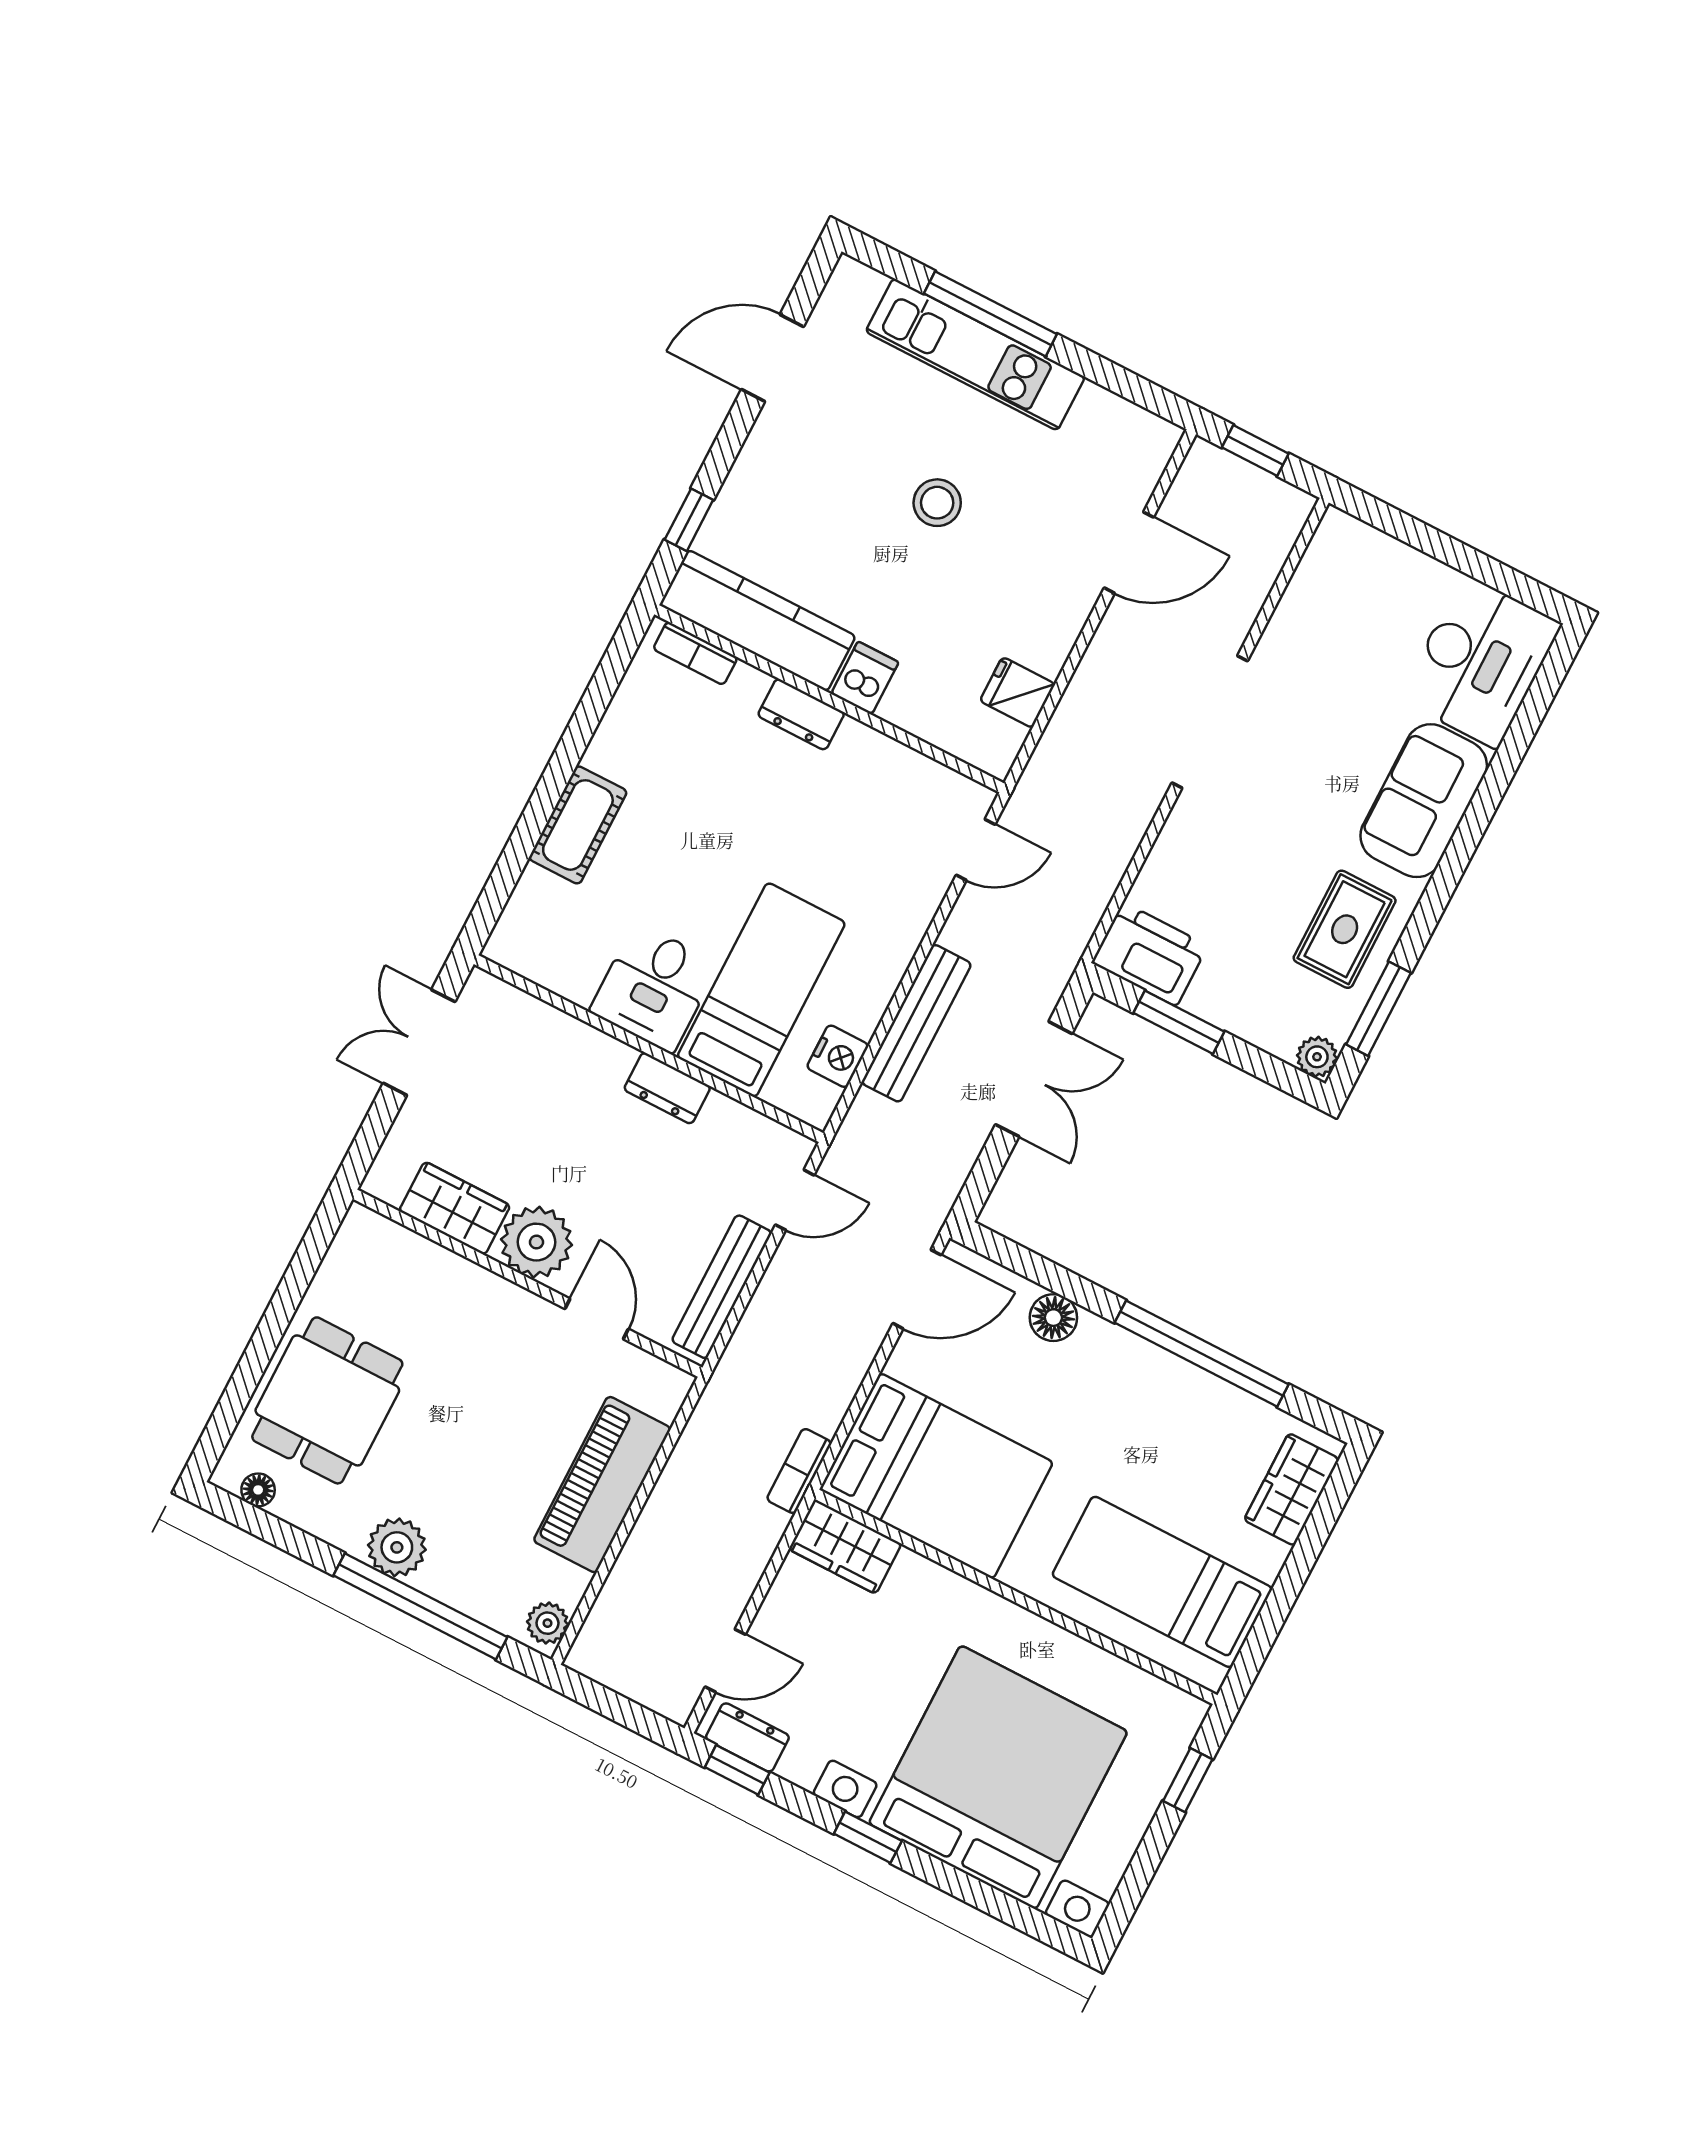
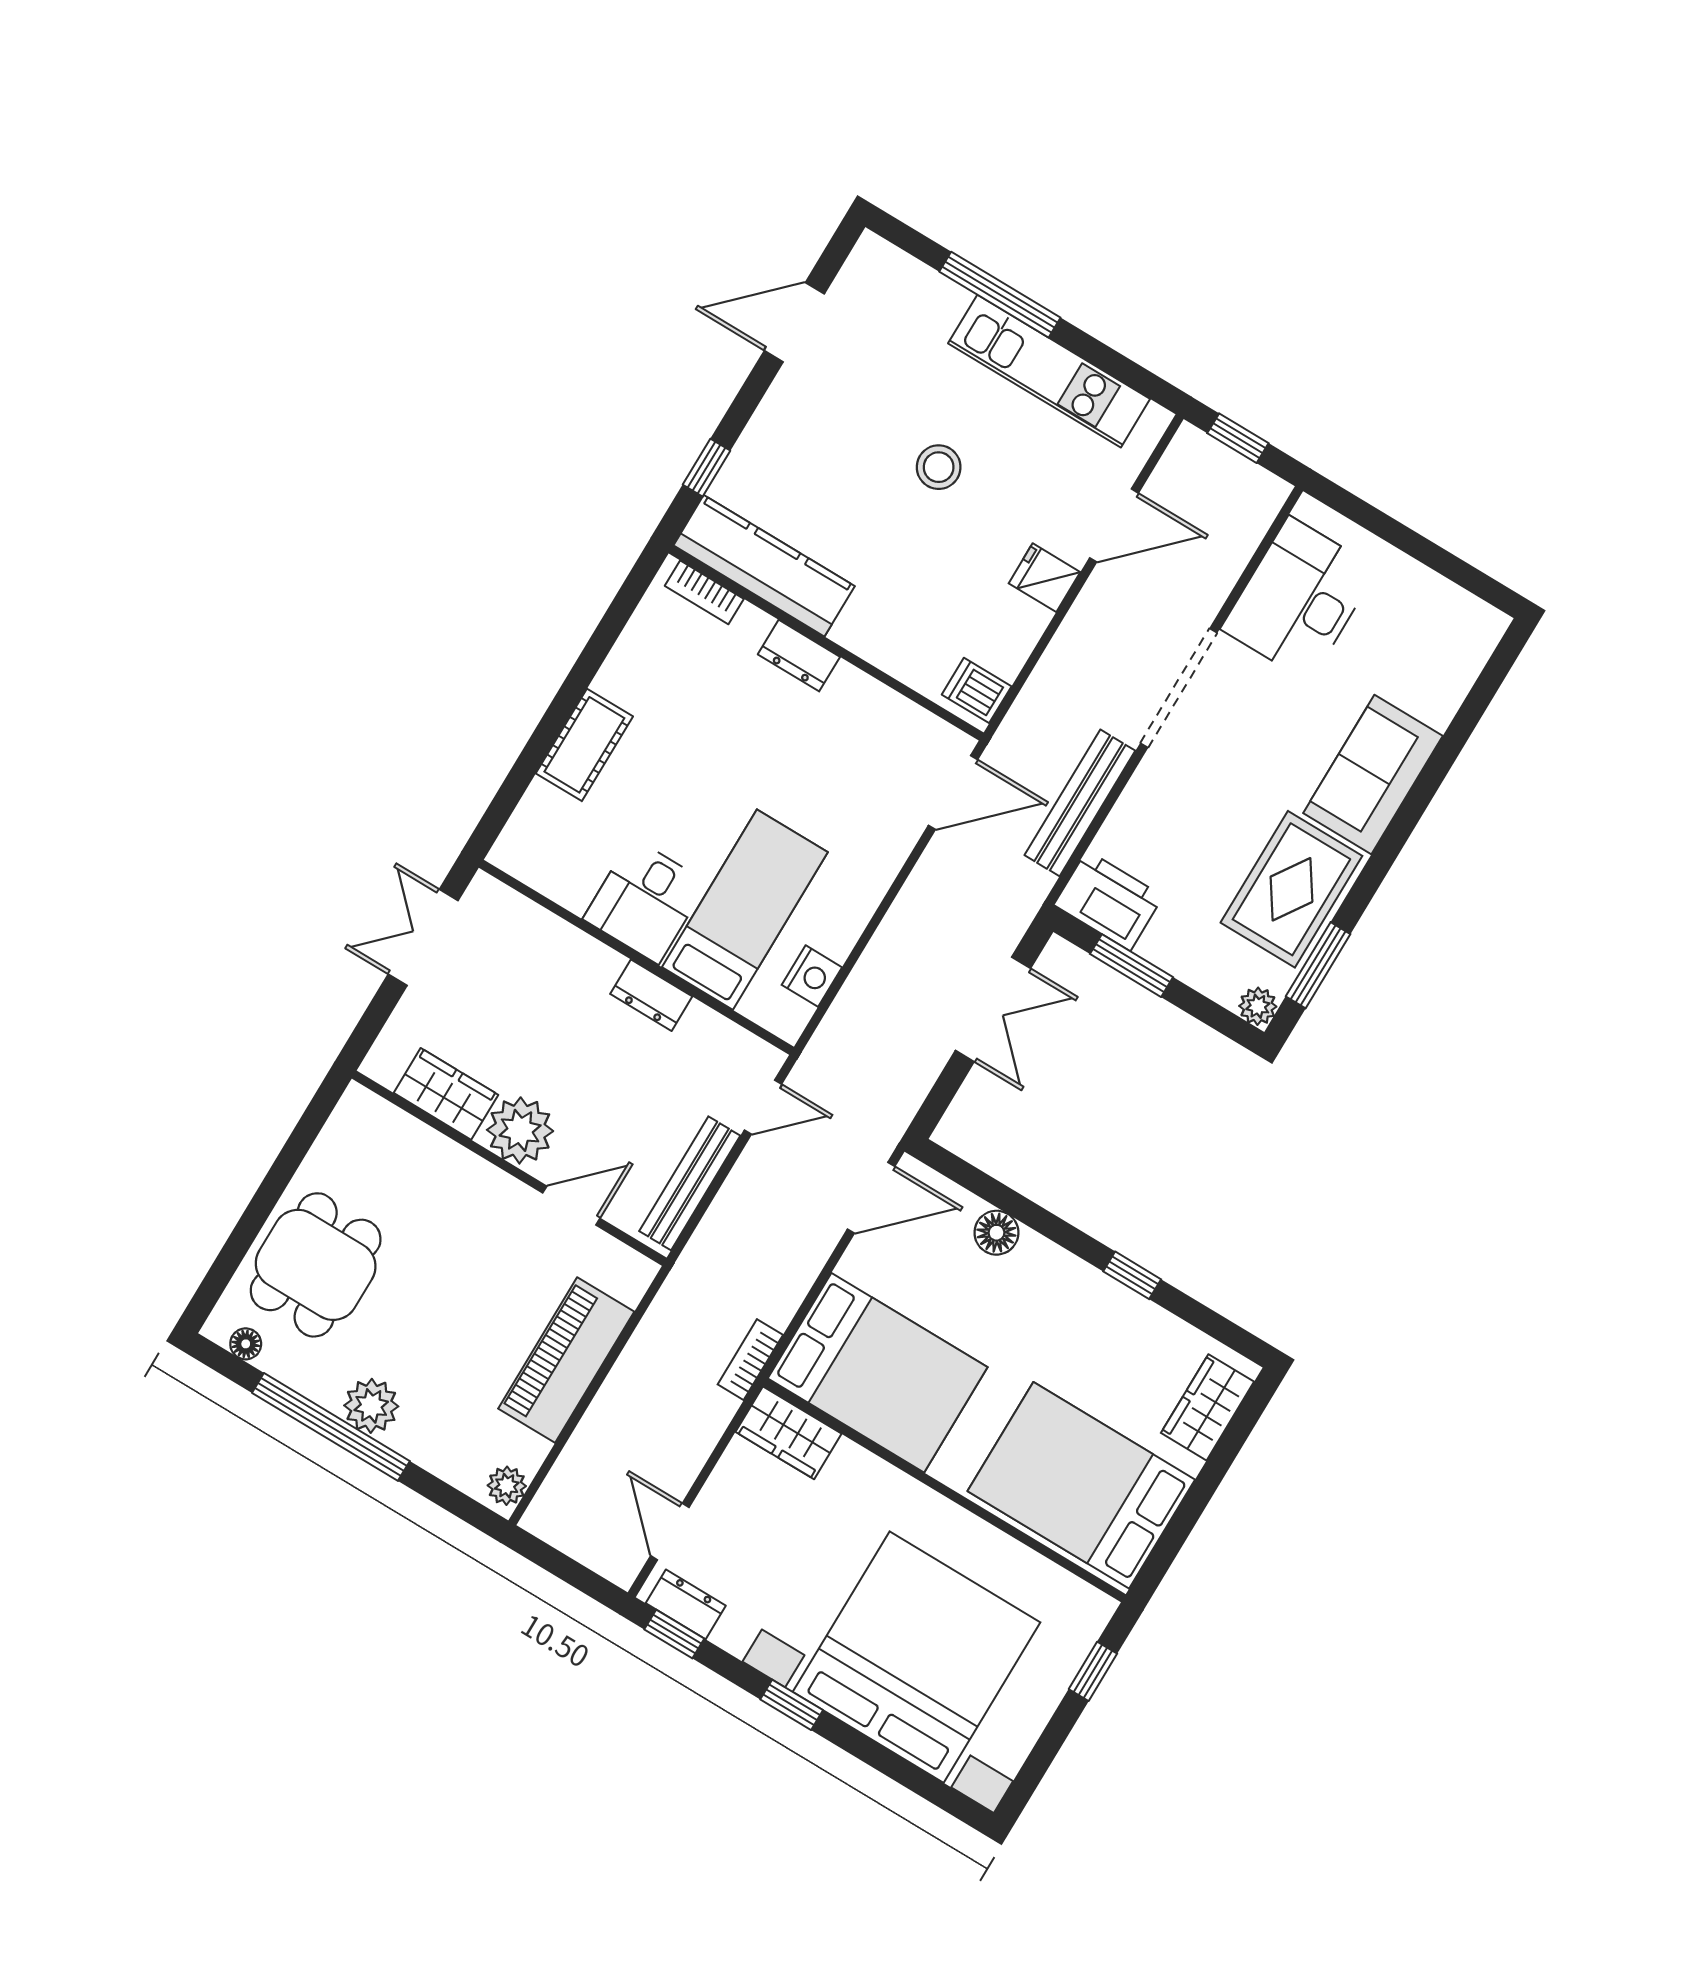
kitchen unit: (975, 354) -> (1049, 371), moved
desk: (1480, 661) -> (1299, 599), moved, turned 180
dishwasher: (865, 678) -> (977, 690), moved, turned -90
fridge: (1017, 692) -> (1044, 578), moved
door: (976, 850) -> (953, 792), width x1.38
rug: (1345, 929) -> (1291, 889), width x1.36, depth x1.43
bench: (916, 1023) -> (1080, 803), moved
door: (597, 1319) -> (571, 1206), hinge flipped
window: (1202, 1354) -> (1132, 1275), width x0.32
bed: (1162, 1582) -> (1081, 1485), width x1.50
window: (420, 1606) -> (331, 1427), moved
door: (725, 1661) -> (670, 1532), swing flipped

